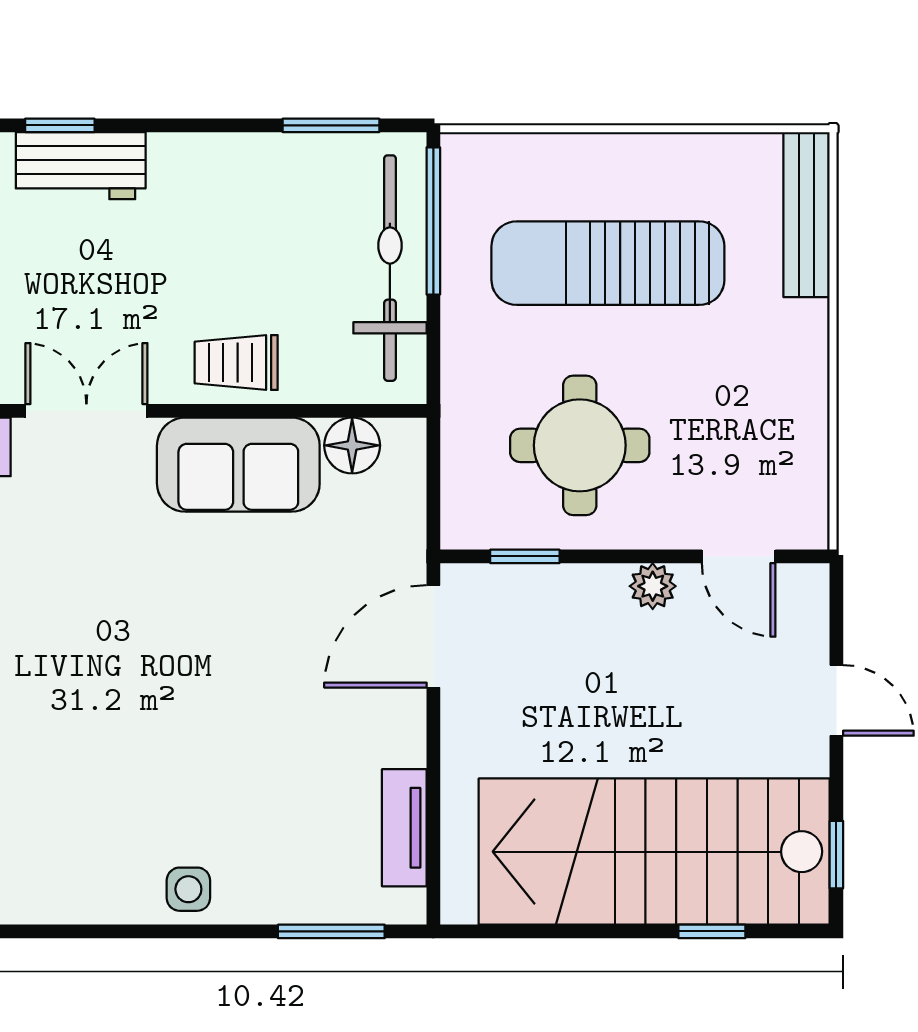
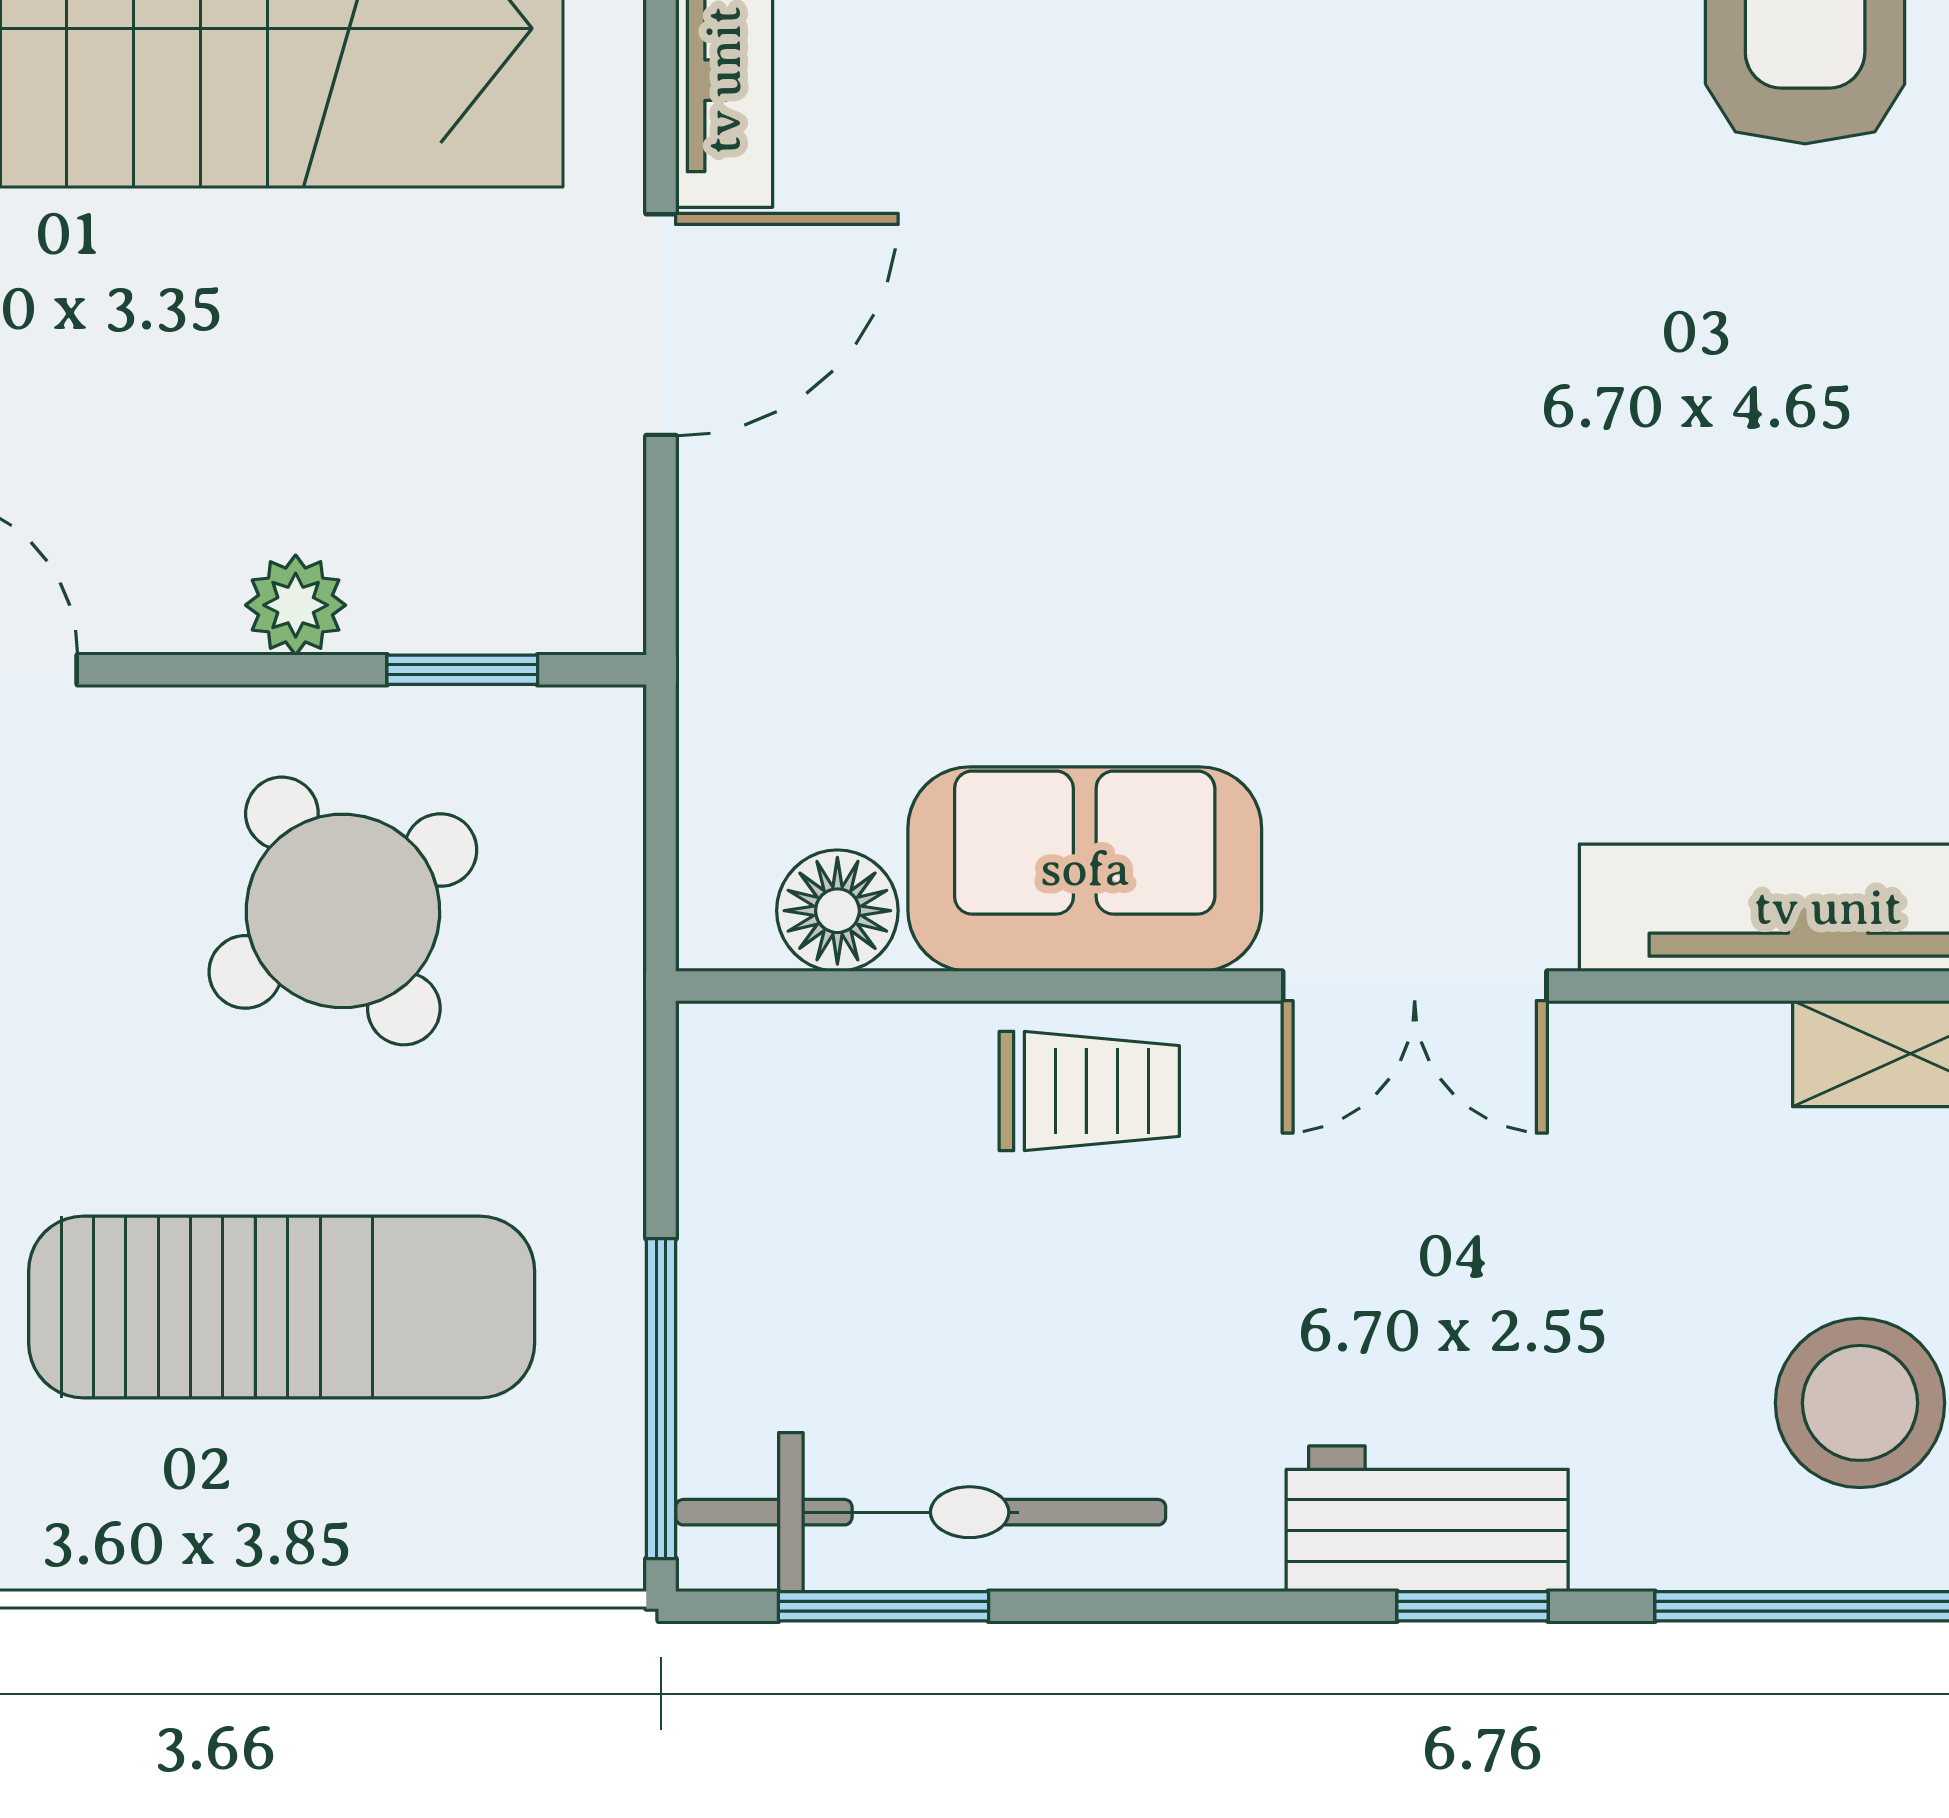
bicycle: (390, 268) -> (921, 1512), moved, turned -90
round table: (580, 445) -> (343, 911), turned -32
plant: (653, 586) -> (296, 605), moved
door: (433, 636) -> (661, 325), moved

